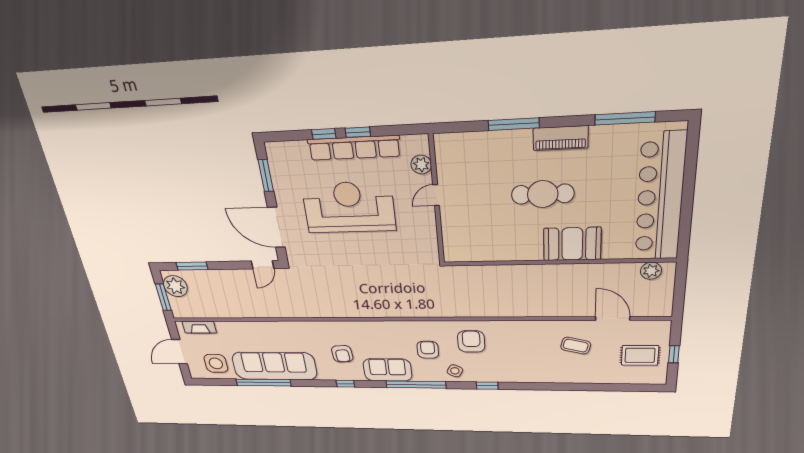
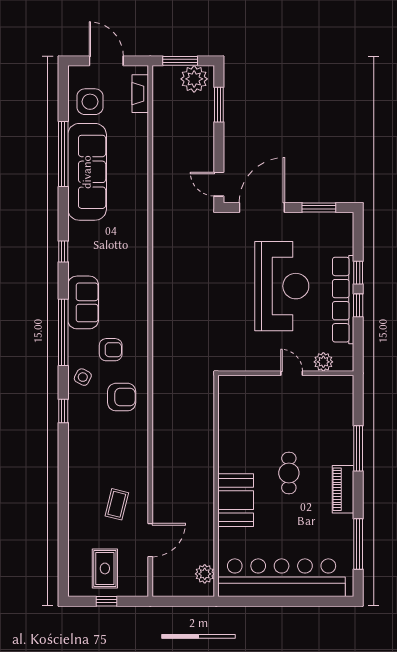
cafe table: (543, 194) -> (289, 473), width x0.73, depth x0.74
armchair: (342, 354) -> (105, 254), removed

